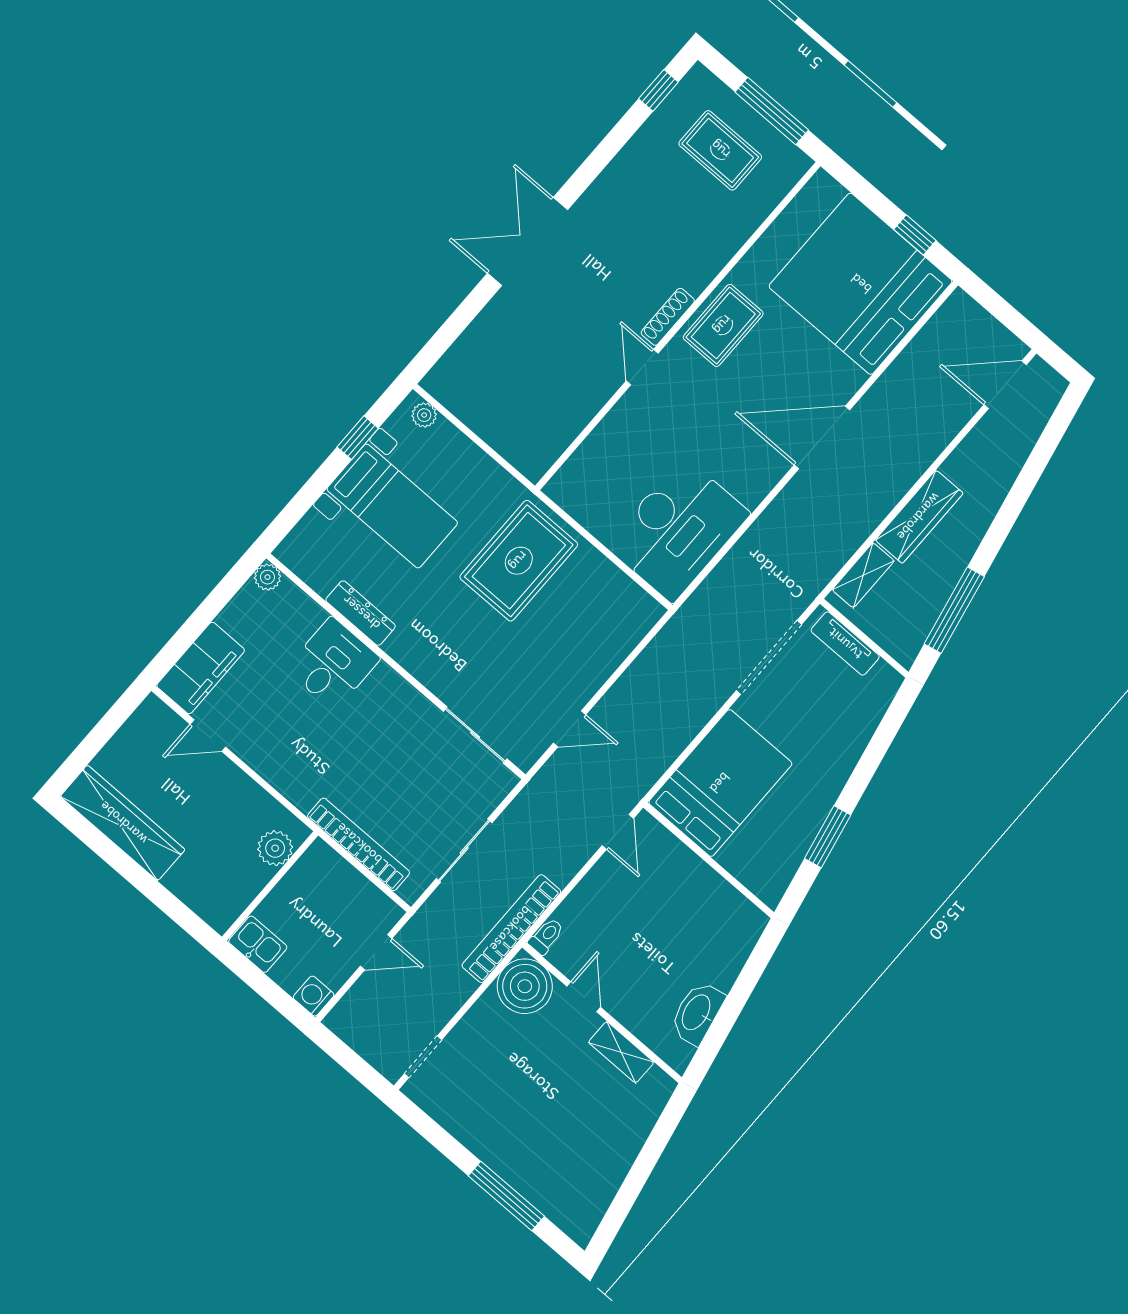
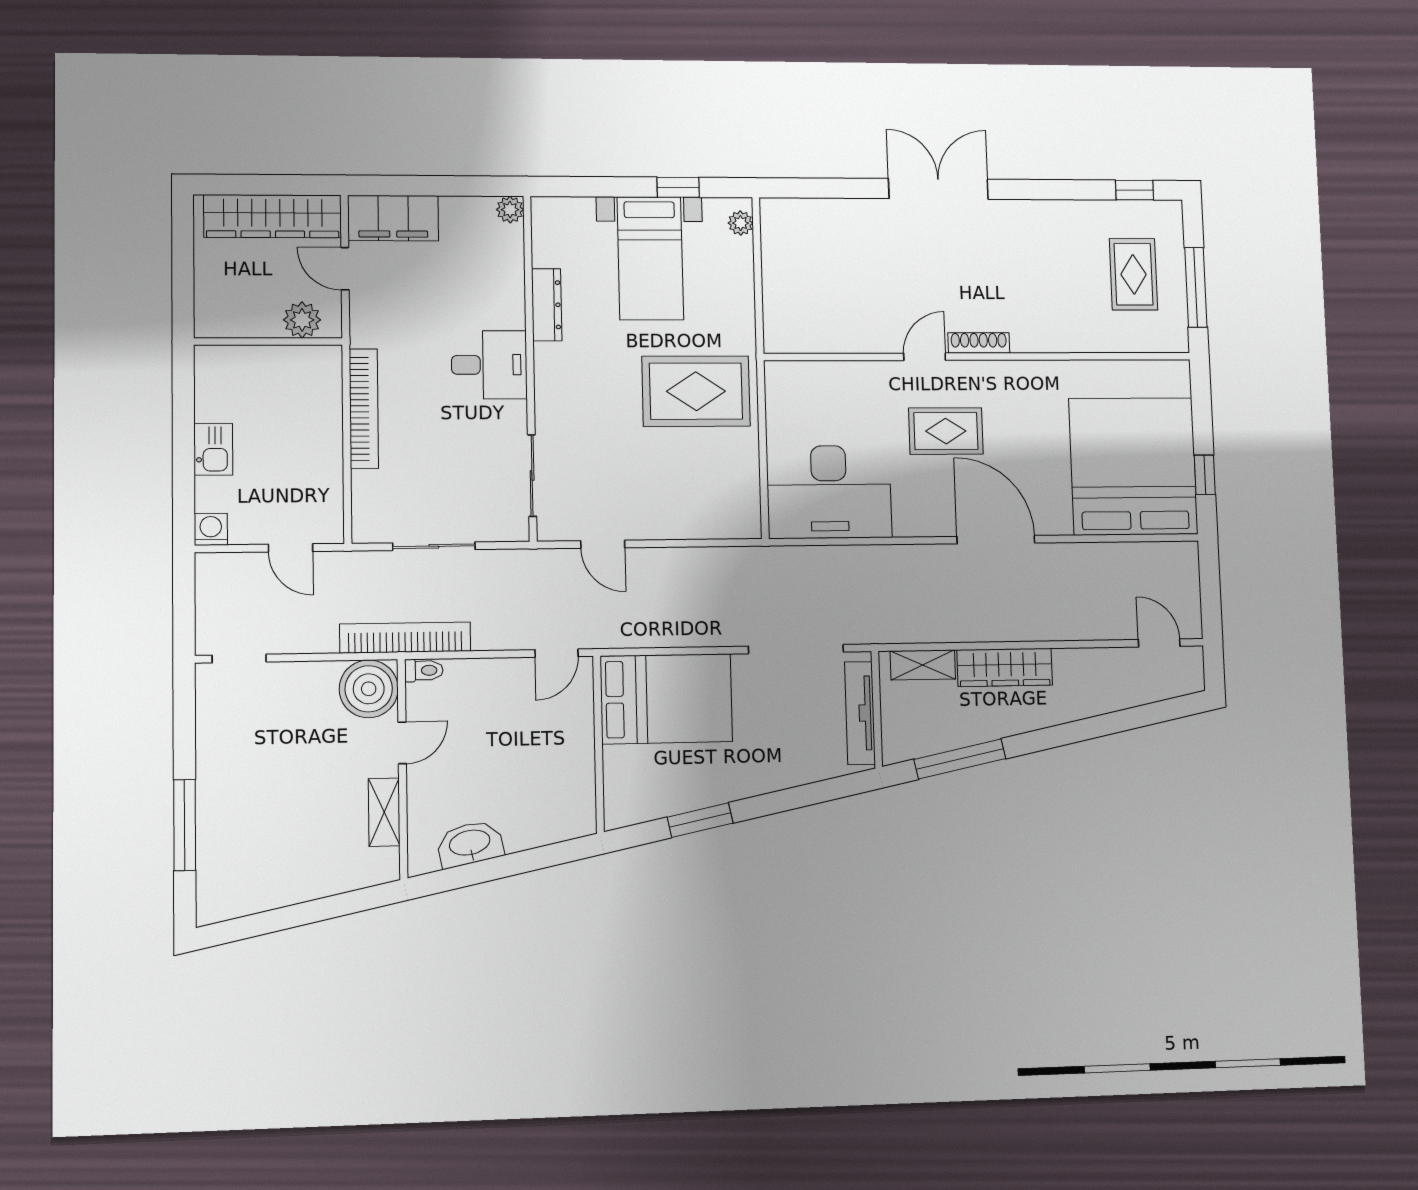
rug: (723, 325) -> (946, 431), moved
door: (1005, 385) -> (1159, 643), width x0.73
tv unit: (845, 644) -> (860, 713), width x1.41
desk: (333, 664) -> (489, 365), moved
wardrobe: (123, 823) -> (273, 216), moved, turned 90
bookcase: (359, 844) -> (364, 409), moved
plant: (275, 848) -> (302, 320), moved
wall: (270, 886) -> (268, 342), moved

